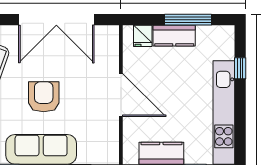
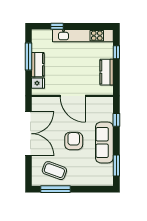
door: (121, 95) -> (73, 96), swing flipped
armchair: (44, 97) -> (74, 141), turned 90

